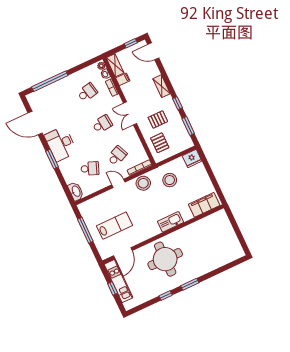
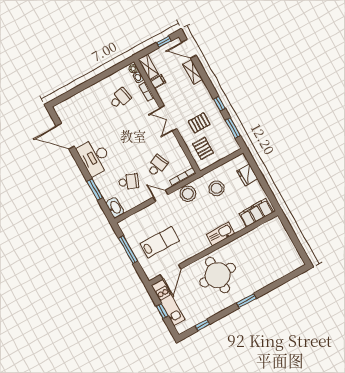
window: (50, 81) -> (78, 89), removed
shelving: (161, 86) -> (193, 72), moved
school desk: (102, 124) -> (139, 132), removed
fridge: (192, 158) -> (247, 175), moved, turned 90
window: (52, 159) -> (95, 190), moved
window: (166, 295) -> (202, 325), moved

